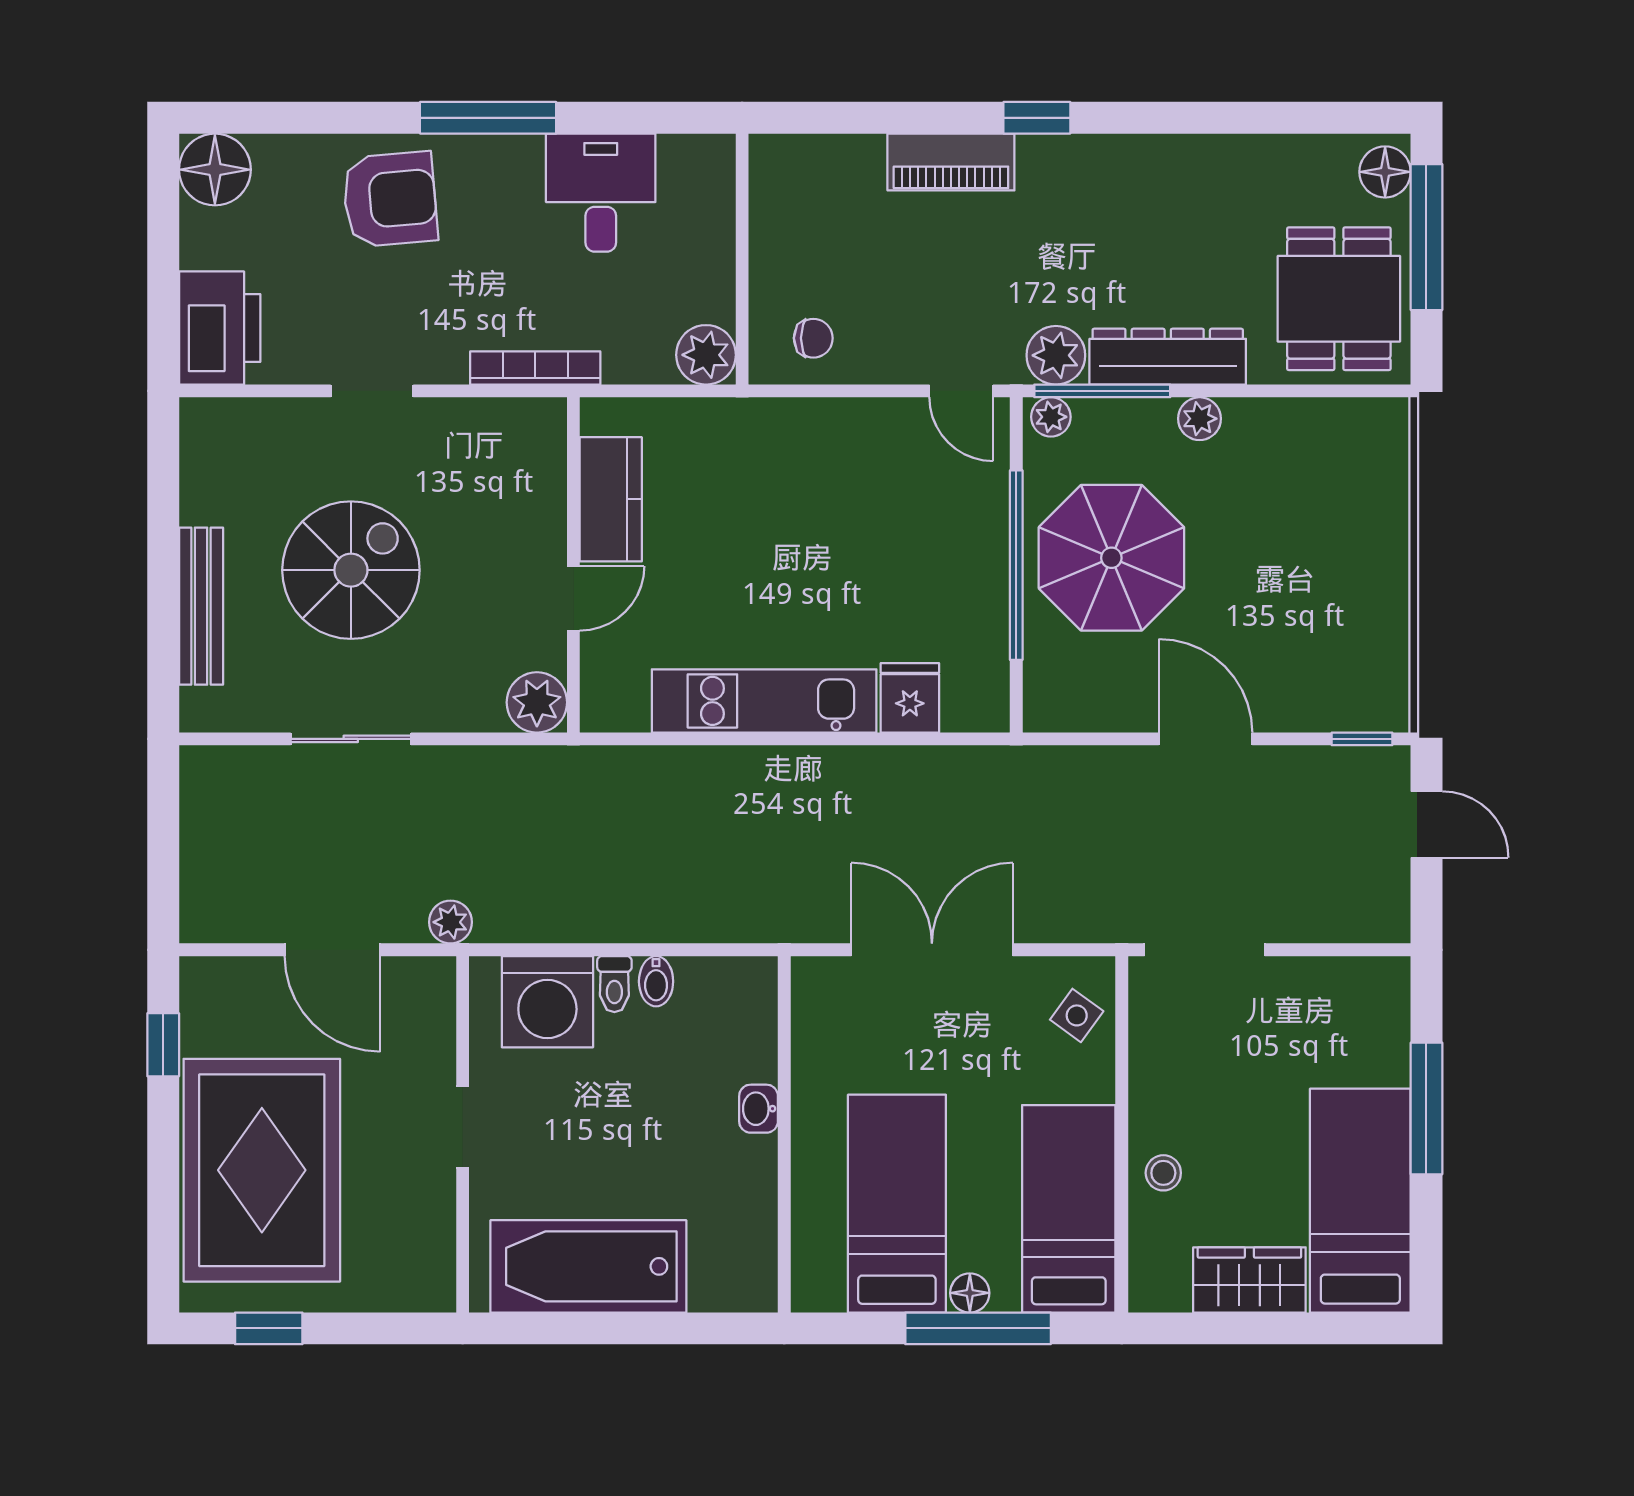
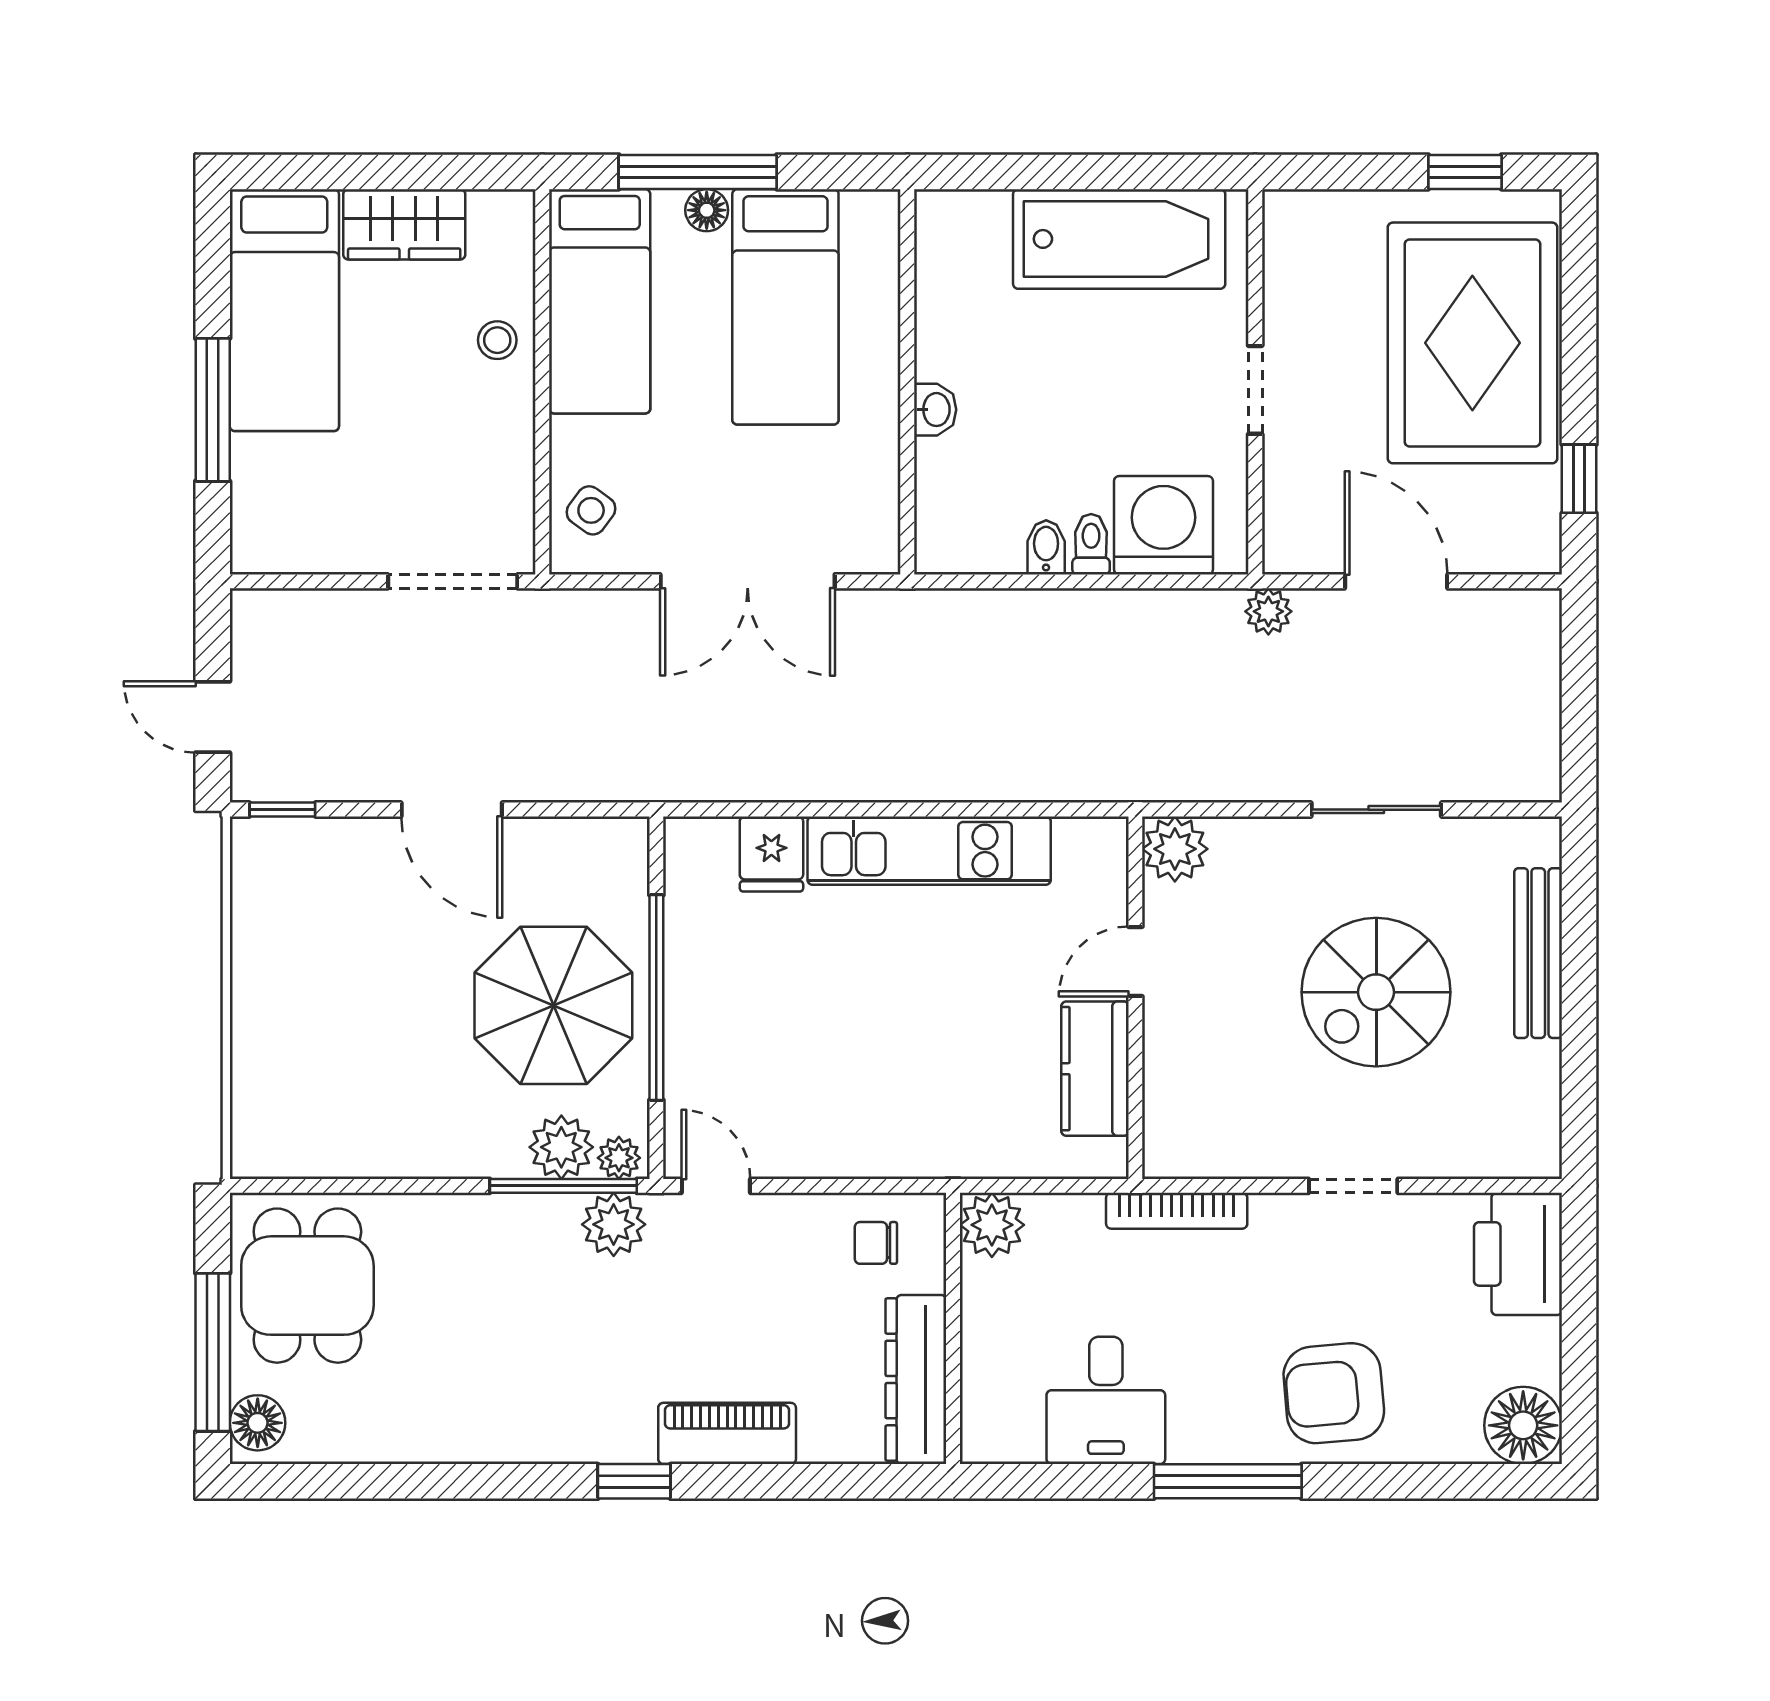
dresser: (1168, 357) -> (916, 1380), moved, turned 90
plant: (1200, 419) -> (561, 1147), moved, width x1.38, depth x1.38

